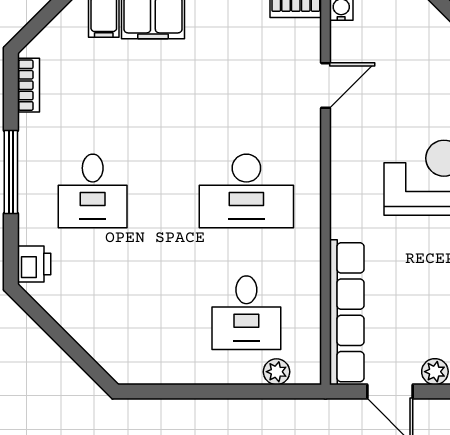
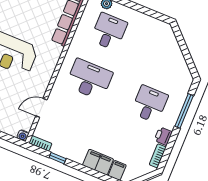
window: (11, 172) -> (184, 111), moved
printer: (34, 264) -> (163, 136), moved

